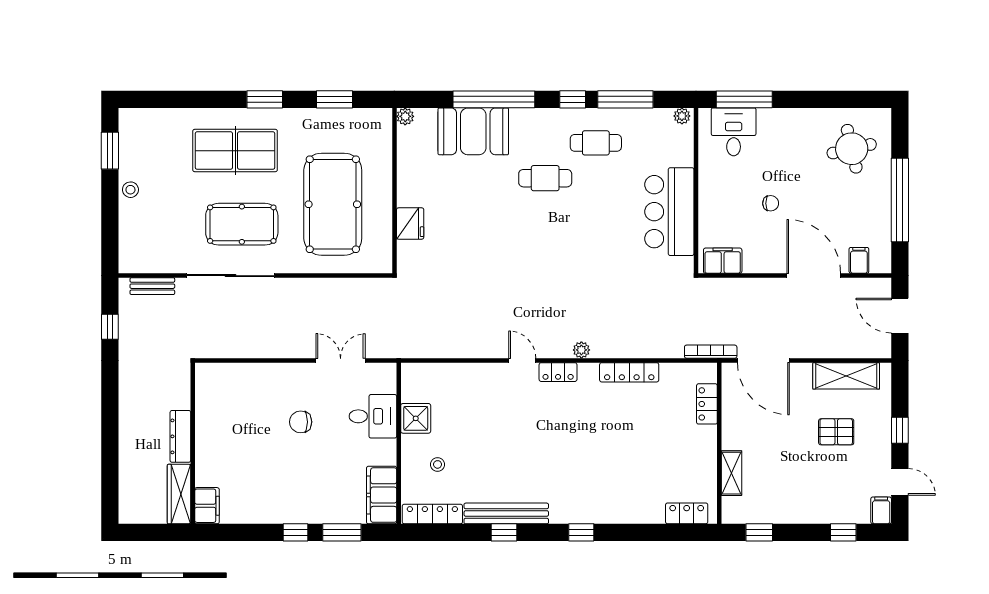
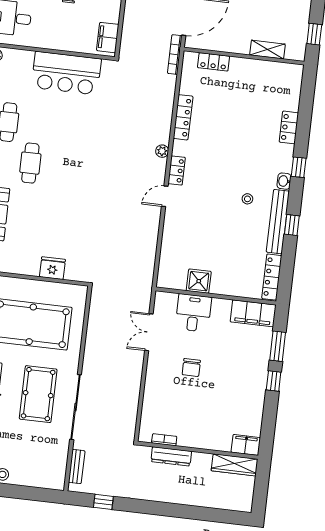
bookcase: (201, 397) -> (164, 440), added
dresser: (180, 436) -> (171, 456), moved
stool: (438, 464) -> (247, 199), moved
locker: (687, 513) -> (289, 127), moved
washbasin: (561, 515) -> (284, 181), added

